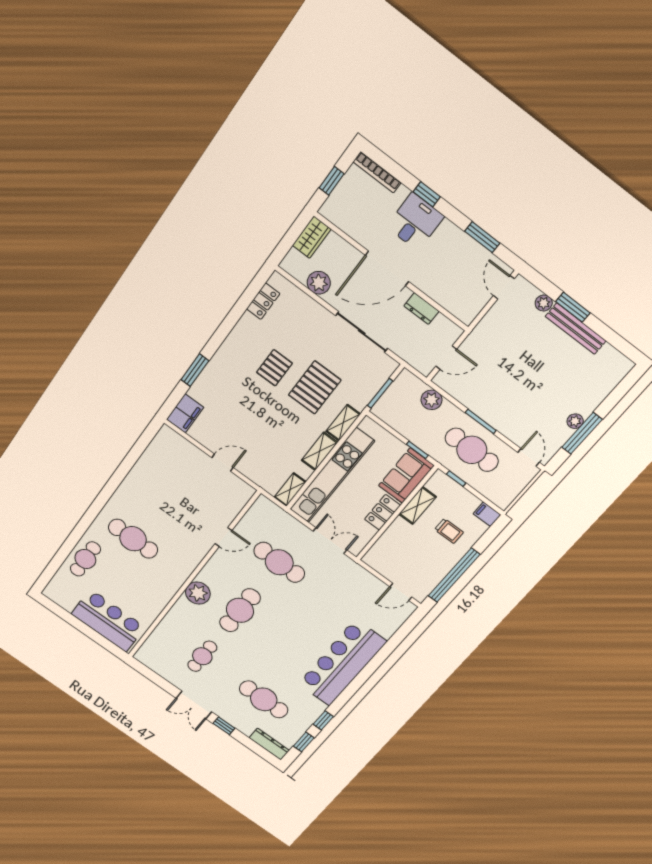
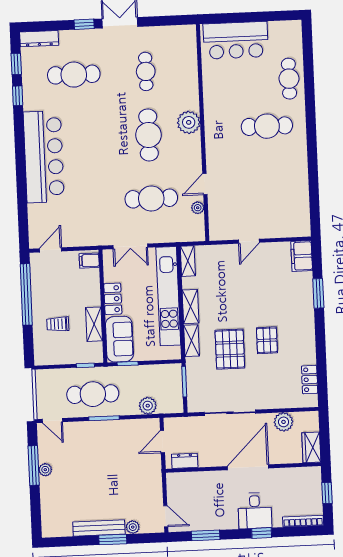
dresser: (421, 309) -> (185, 461), moved
filing cabinet: (487, 514) -> (89, 261), moved, turned 180
plant: (245, 524) -> (198, 208), added

